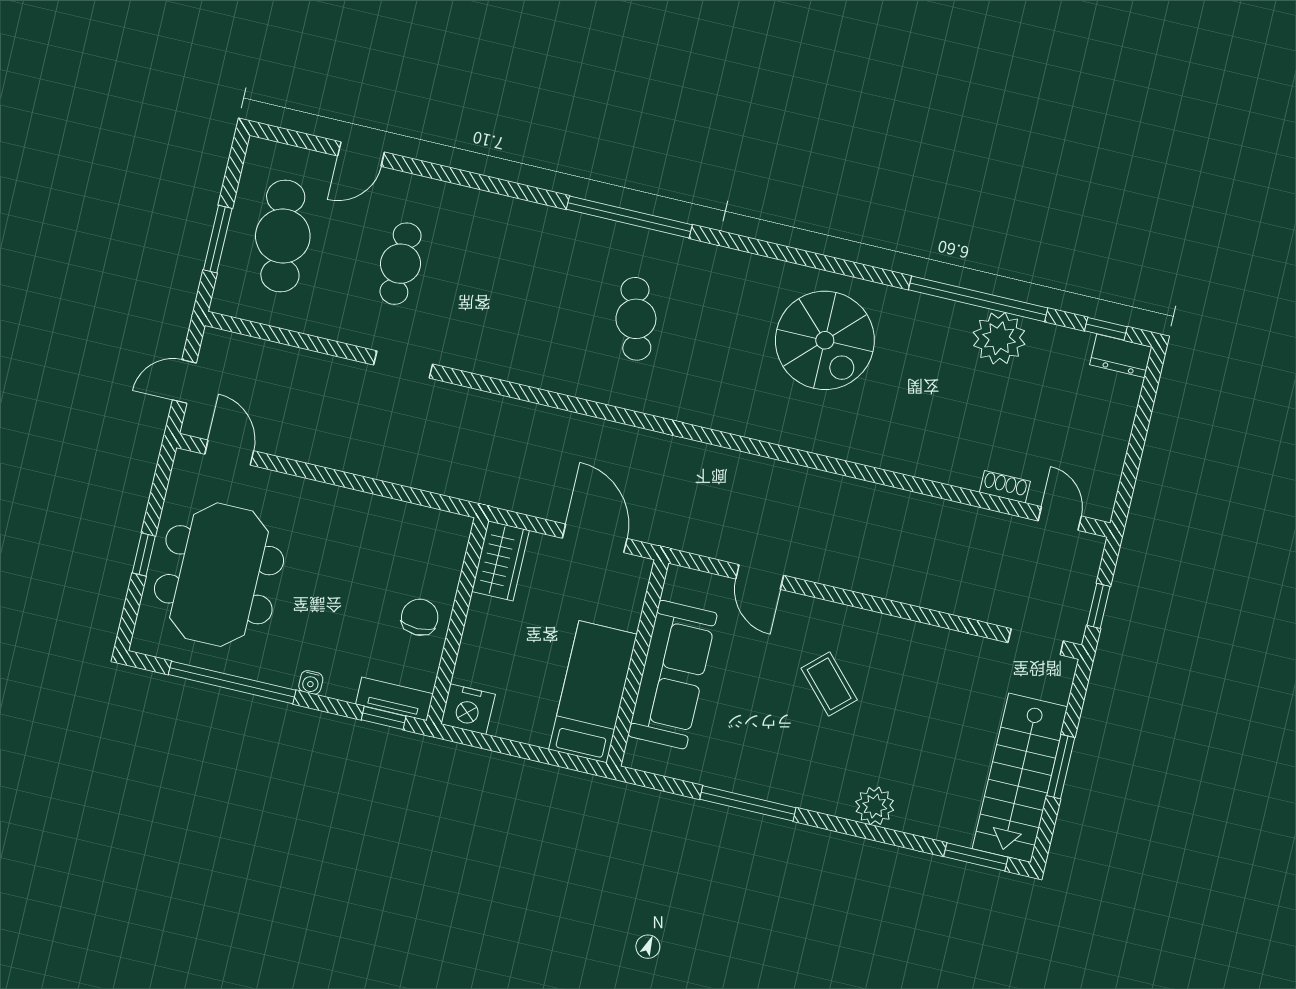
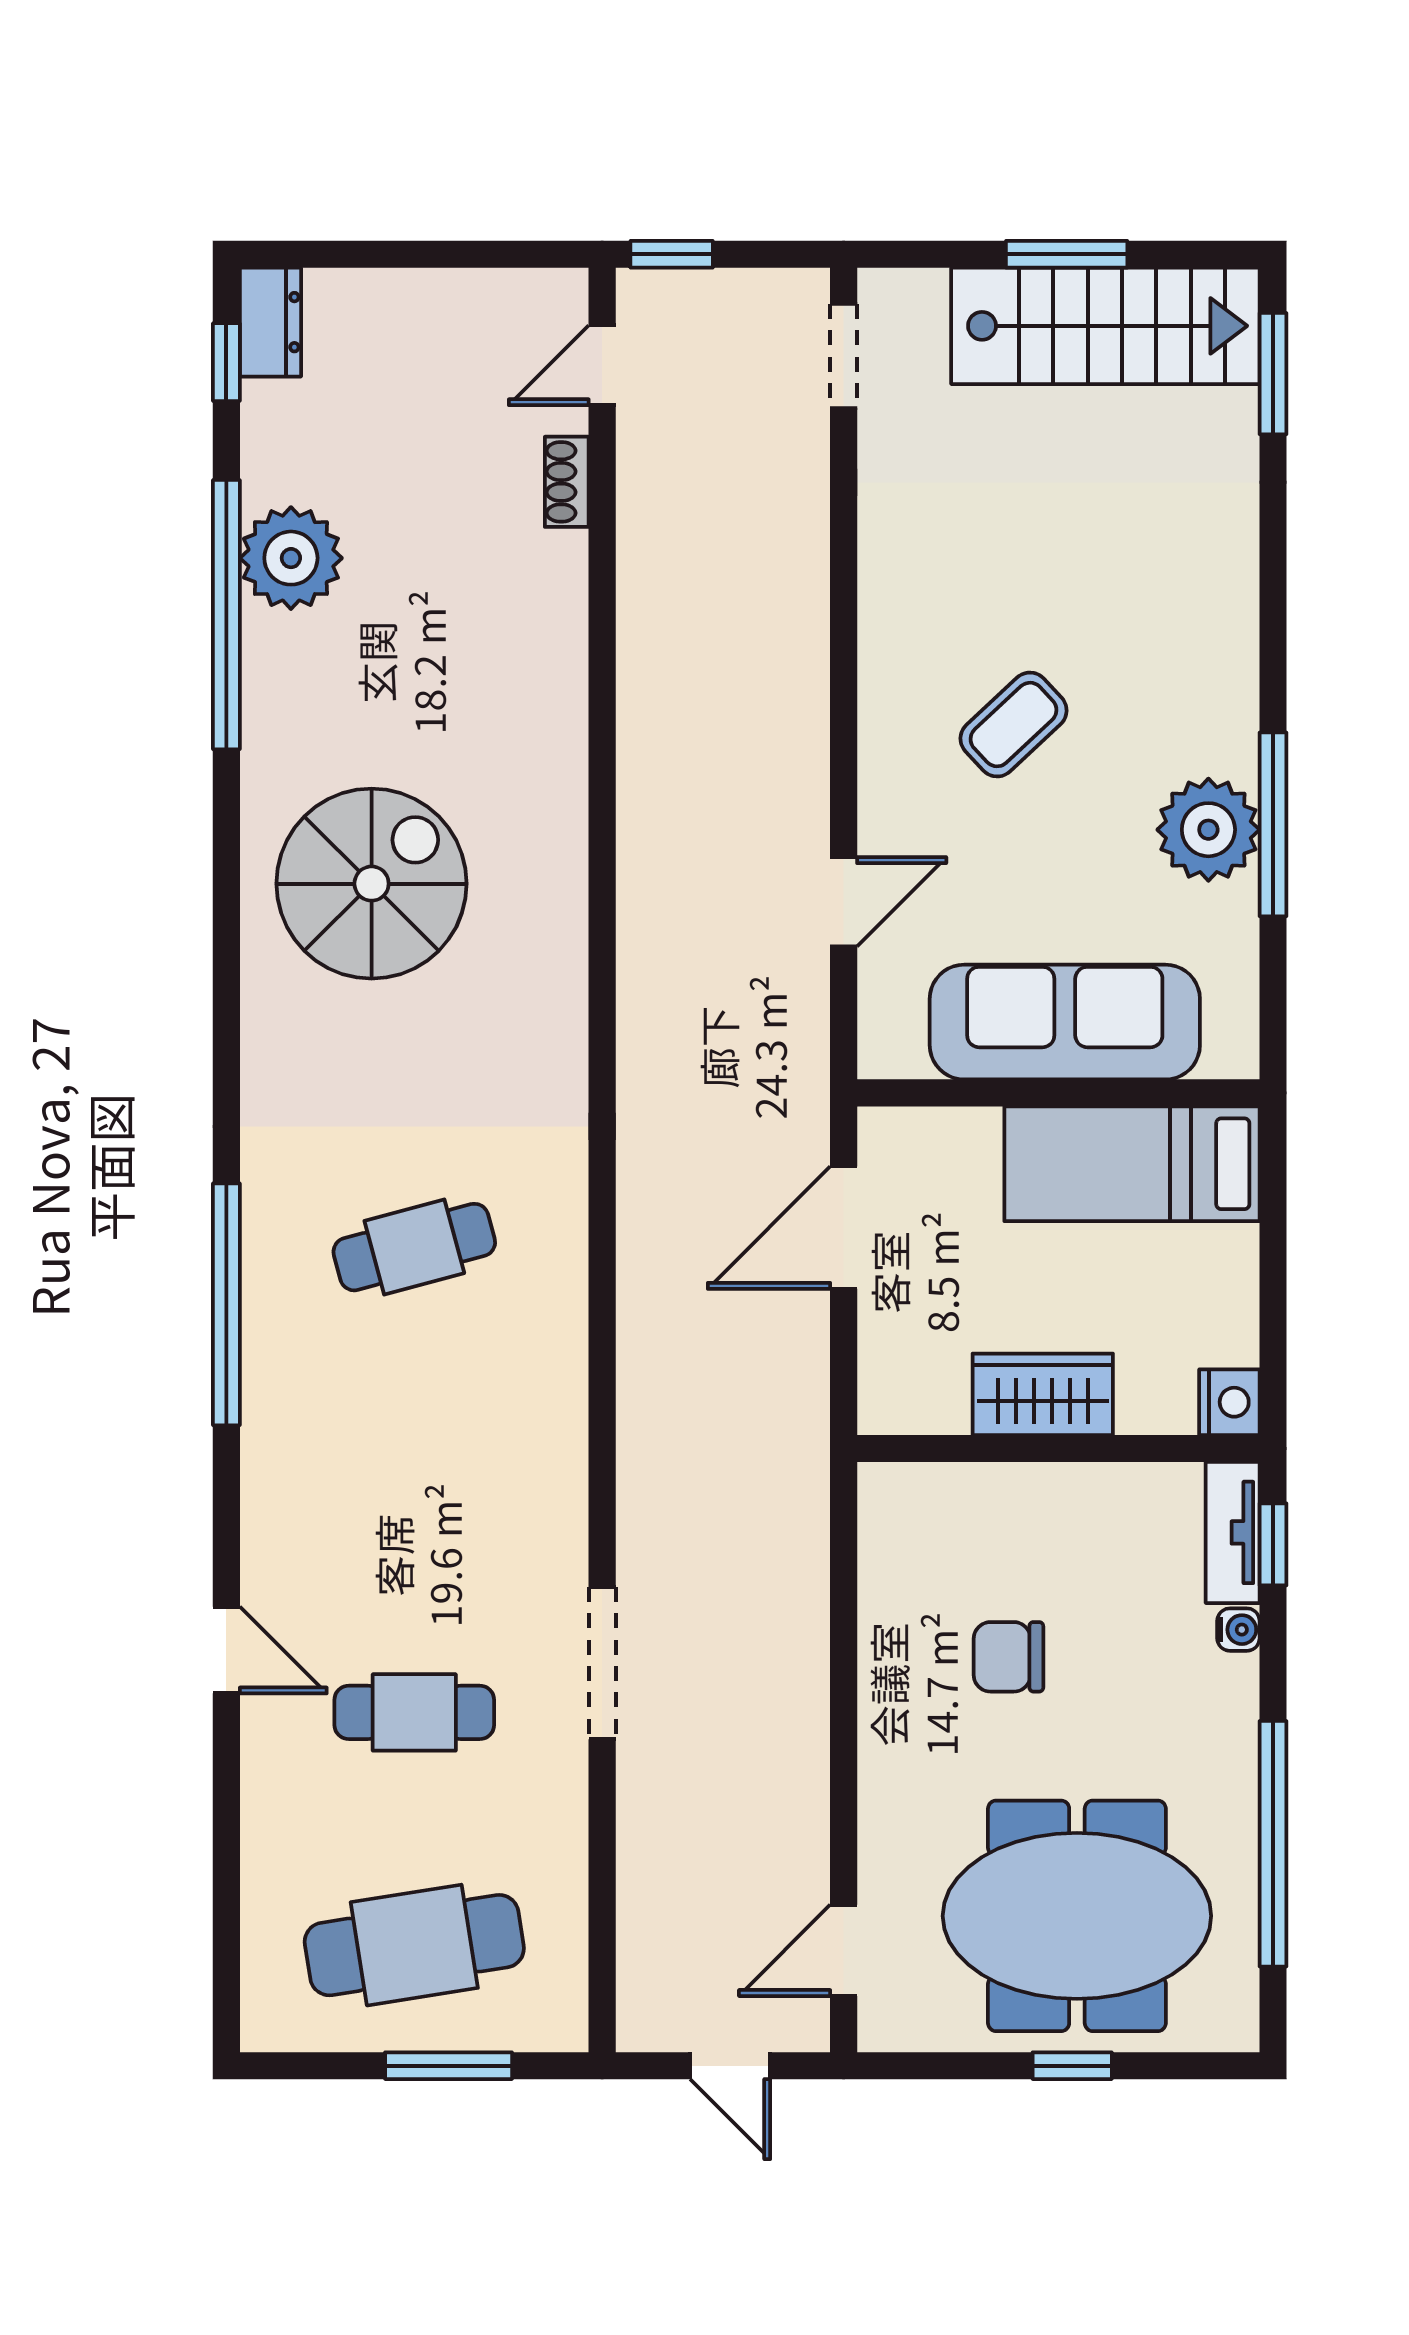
door: (361, 154) -> (226, 1650), moved
doorway: (403, 364) -> (602, 1663), width x1.38
wardrobe: (501, 561) -> (1043, 1394), moved
window: (1098, 606) -> (672, 254), moved
chair: (420, 617) -> (1008, 1657), moved
water cooler: (311, 682) -> (1238, 1630), moved
nightstand: (468, 709) -> (1229, 1402), width x0.74, depth x0.75
plant: (875, 806) -> (1208, 830), moved, width x1.36, depth x1.36

